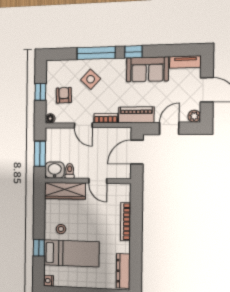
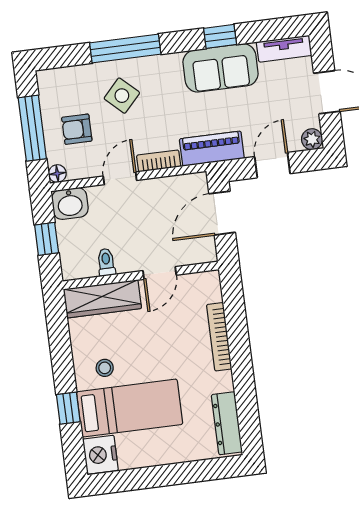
window: (133, 52) -> (220, 36), moved
window: (40, 92) -> (32, 128), width x2.17
armchair: (64, 95) -> (77, 129), turned -88
door: (83, 125) -> (120, 178), swing flipped
window: (40, 154) -> (47, 239), width x0.67
washbasin: (55, 170) -> (70, 203), moved, turned 180
door: (98, 181) -> (160, 273), hinge flipped
nightstand: (49, 281) -> (100, 455), width x1.89, depth x1.79

